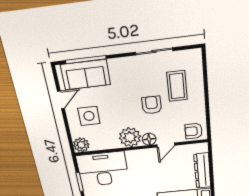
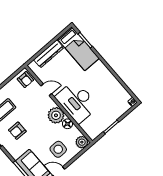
armchair: (152, 105) -> (17, 131), moved
floor lamp: (149, 139) -> (67, 124), moved
desk: (103, 169) -> (77, 102), moved

